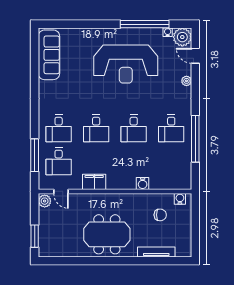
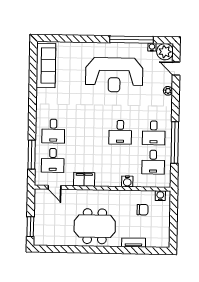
desk: (96, 128) -> (153, 162), moved
plant: (45, 201) -> (40, 196), removed
tv unit: (156, 252) -> (134, 243), width x0.71

